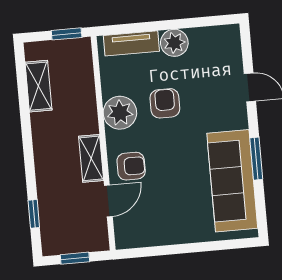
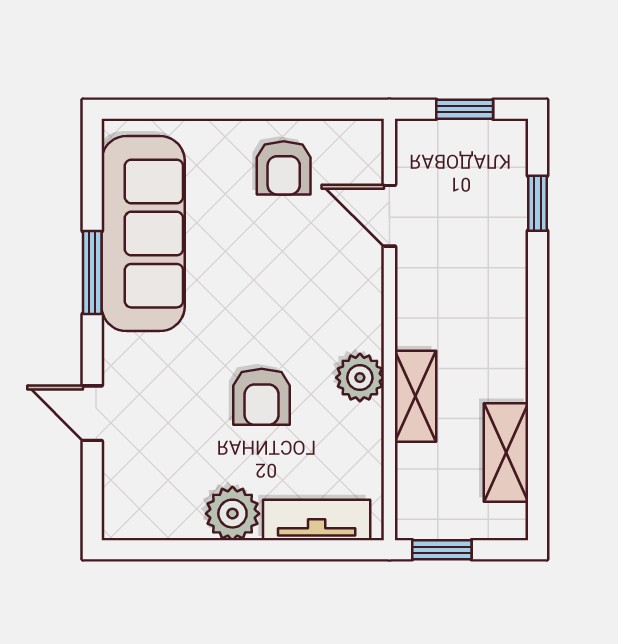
plant: (120, 113) -> (360, 378), width x0.73, depth x0.73
shelving: (91, 158) -> (416, 396), moved
armchair: (131, 166) -> (284, 168), moved, turned -90
door: (108, 201) -> (389, 216), hinge flipped

